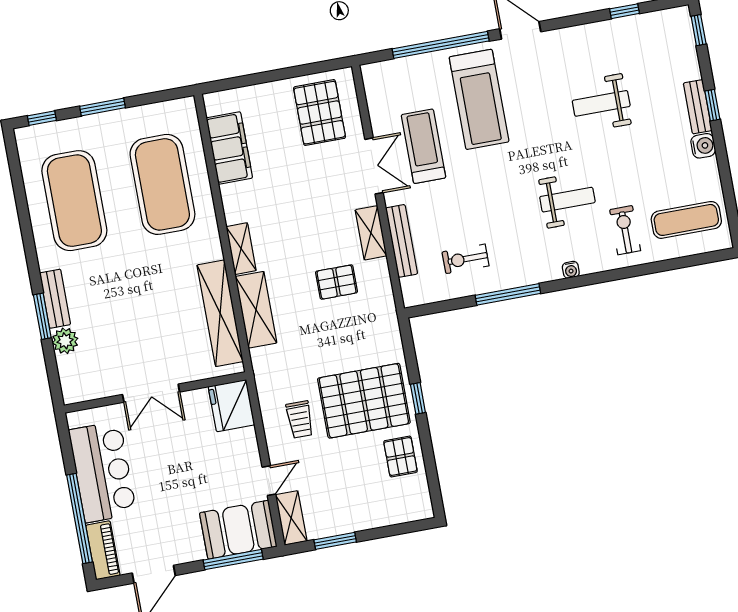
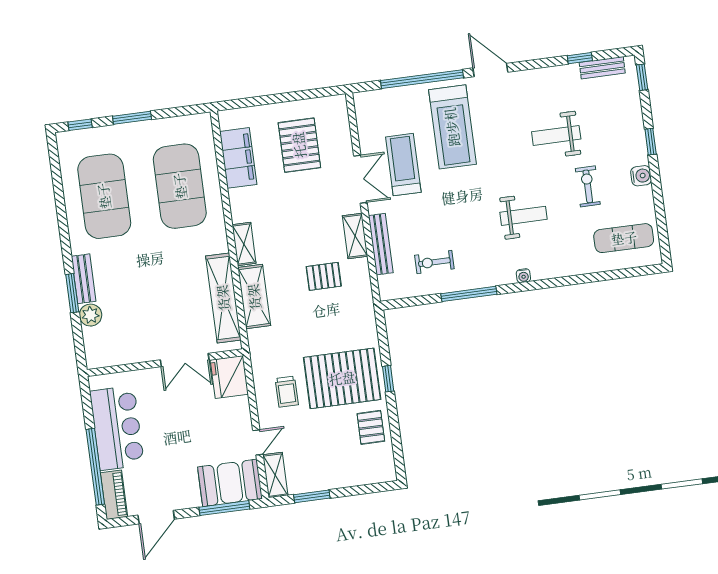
bench: (698, 107) -> (602, 68), moved, turned 90
pallet: (320, 113) -> (299, 145), moved
exercise bike: (625, 230) -> (588, 186), moved
double door: (151, 393) -> (185, 360), moved

